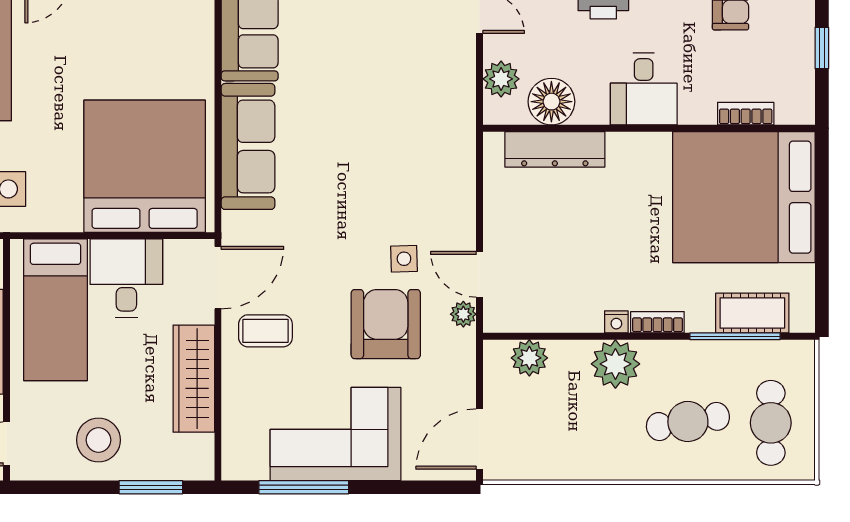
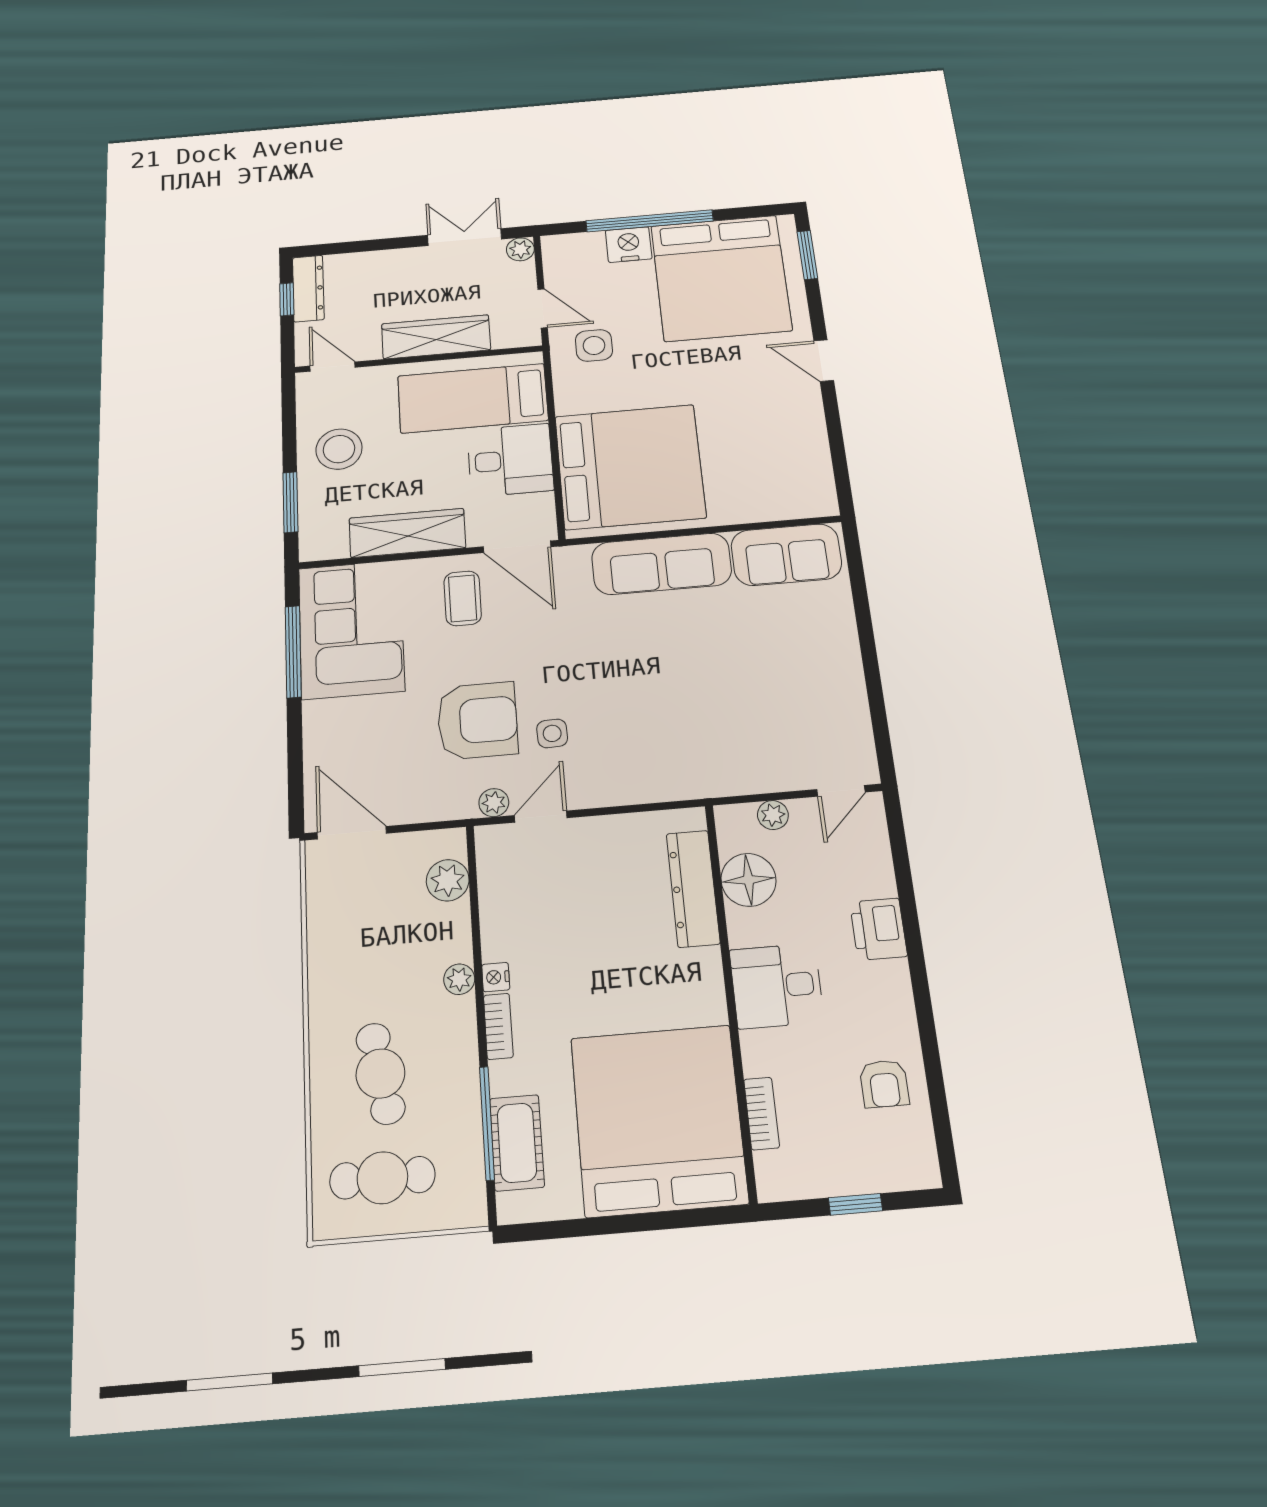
plant: (501, 79) -> (773, 815), width x0.73, depth x0.73
plant: (615, 364) -> (459, 979), width x0.53, depth x0.53
corner sofa: (336, 434) -> (351, 629), moved

